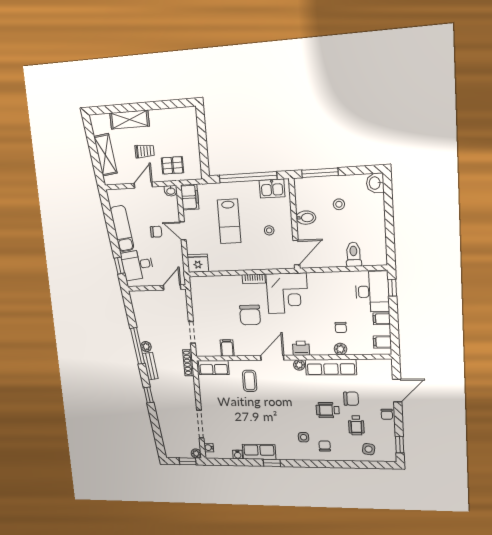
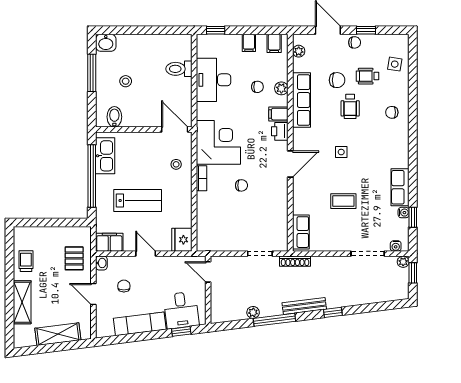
trolley: (145, 151) -> (26, 261), moved
window: (320, 173) -> (92, 73), moved
kitchen sink: (272, 188) -> (105, 156), width x1.38
bidet: (306, 218) -> (114, 117), moved
stool: (269, 230) -> (176, 164), moved
door: (183, 231) -> (146, 254), swing flipped
chair: (156, 232) -> (124, 286), moved
desk: (372, 292) -> (214, 80), moved, turned -90
chair: (250, 315) -> (241, 185), width x0.54, depth x0.54
plant: (146, 347) -> (253, 312), moved
filing cabinet: (227, 348) -> (278, 114), moved
door: (272, 358) -> (290, 164), swing flipped
plant: (299, 365) -> (299, 51), moved
bench: (150, 366) -> (304, 306), width x1.36
coffee table: (250, 381) -> (343, 201), moved
chair: (351, 399) -> (337, 80), turned 90
wheelchair: (356, 425) -> (367, 76), turned 180
side table: (304, 437) -> (341, 152), moved
window: (400, 445) -> (366, 30), moved
window: (272, 463) -> (413, 217), moved

